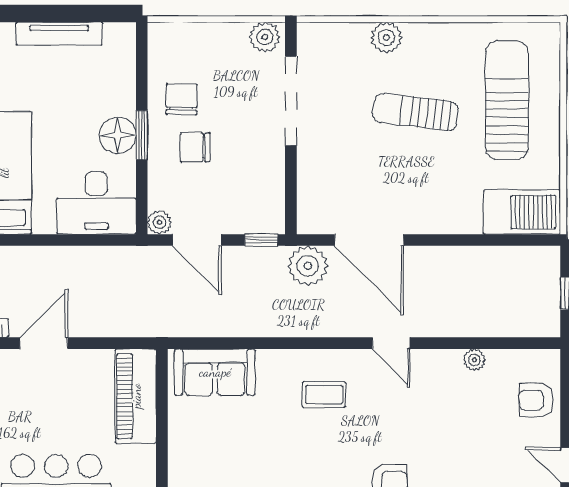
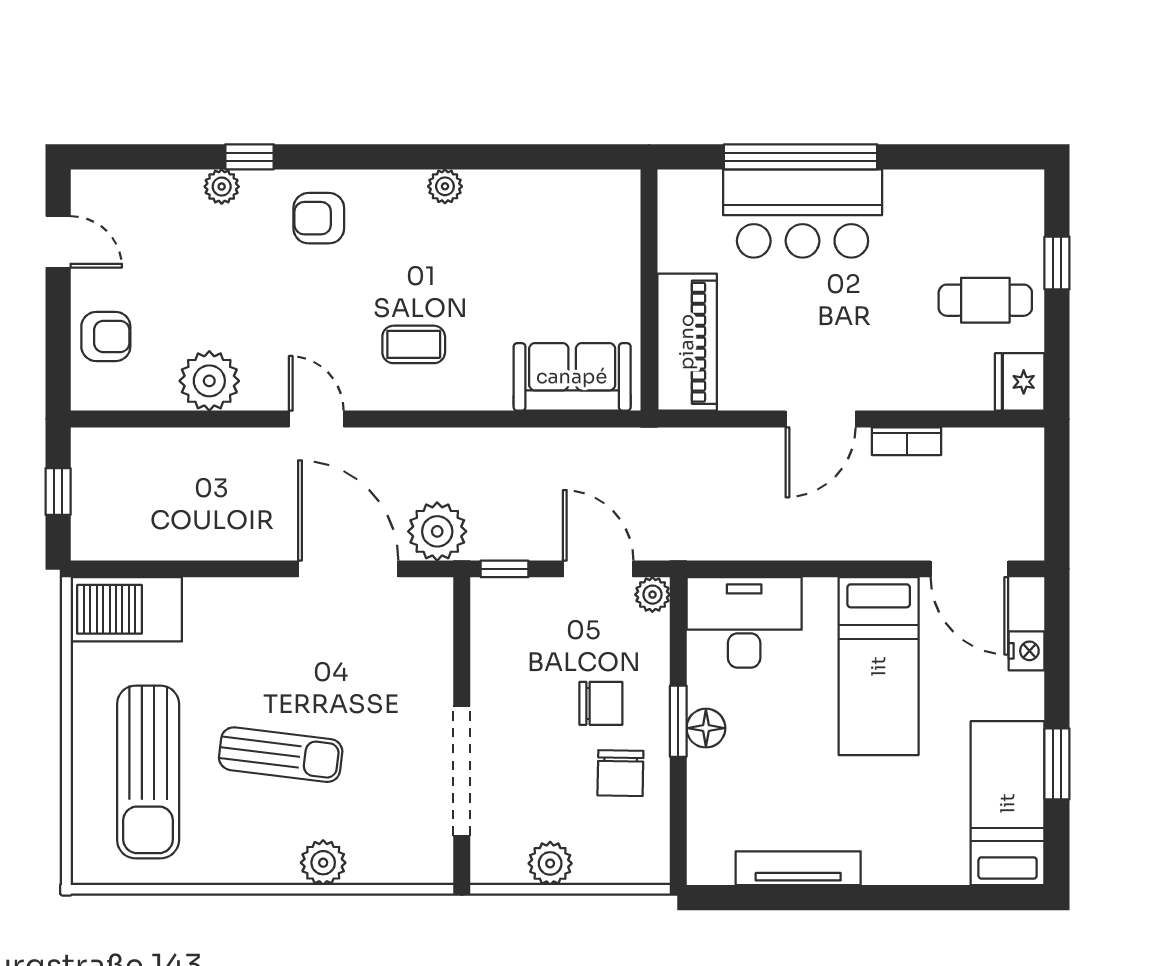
plant: (265, 37) -> (550, 863), moved
floor lamp: (118, 135) -> (706, 728), width x0.73, depth x0.73
plant: (474, 360) -> (209, 381), width x1.87, depth x1.87

